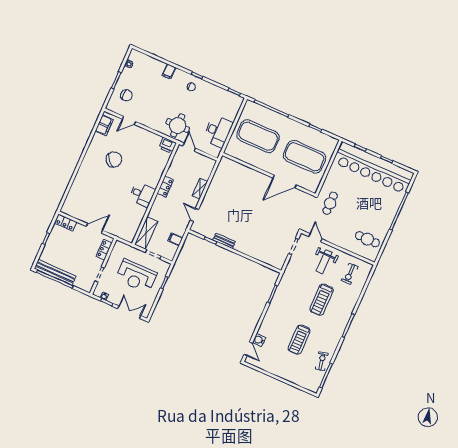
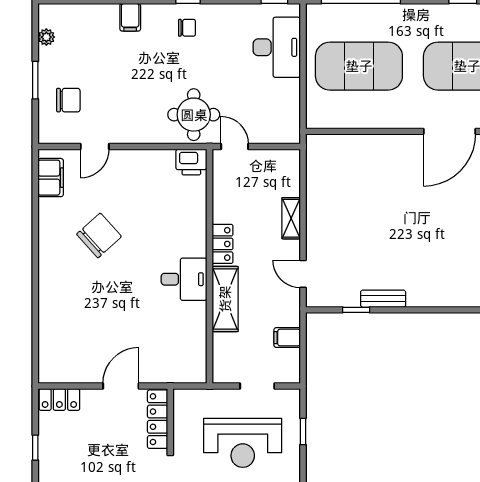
desk: (218, 131) -> (277, 47), moved
shelving: (146, 233) -> (225, 299), moved
locker: (104, 250) -> (158, 419), width x1.53

